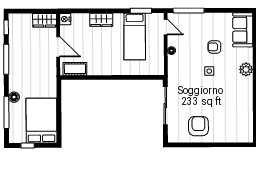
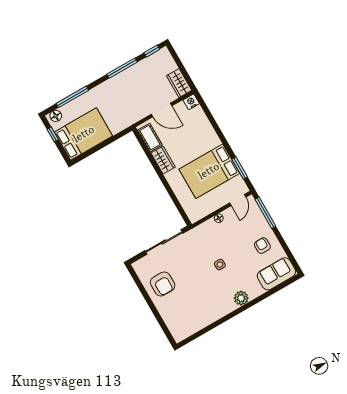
wardrobe: (101, 20) -> (163, 160), moved, turned 180
bed: (135, 37) -> (209, 171), width x1.50
door: (58, 47) -> (162, 110), hinge flipped
armchair: (214, 47) -> (262, 246), moved
floor lamp: (14, 97) -> (56, 116), moved
armchair: (198, 126) -> (163, 284), turned 90

